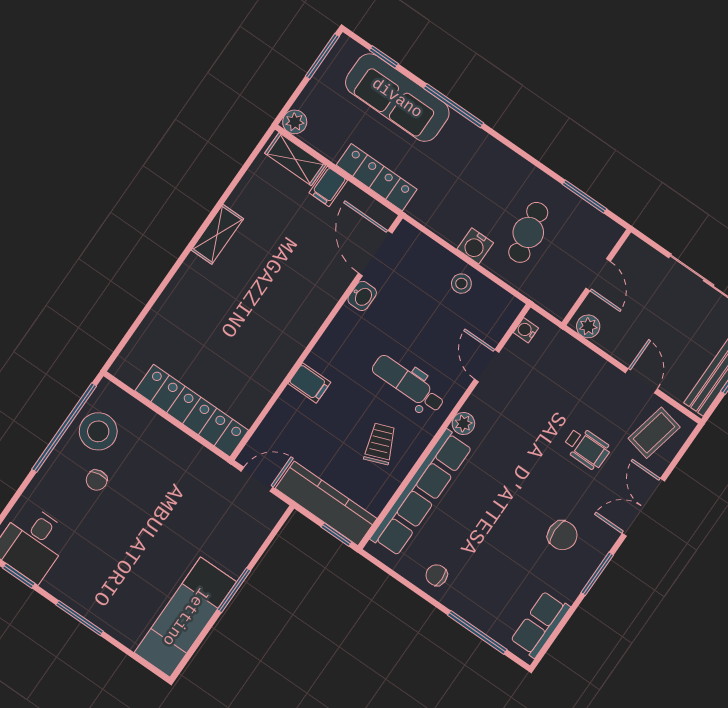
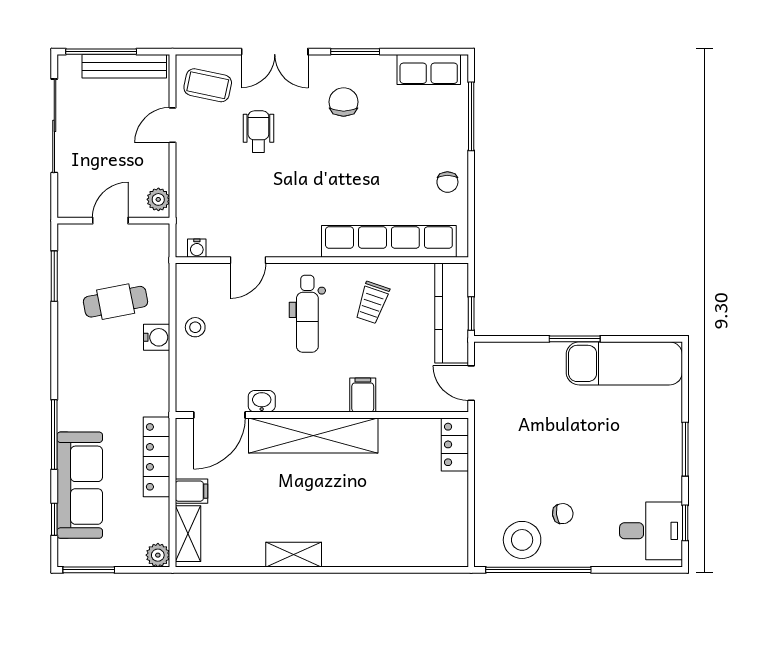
shelving: (304, 319) -> (313, 435), added
locker: (192, 411) -> (455, 444), width x0.46, depth x0.83
plant: (463, 423) -> (308, 246), removed
trolley: (380, 444) -> (372, 303), turned -50
window: (336, 534) -> (471, 314), moved

